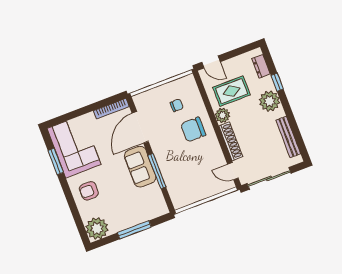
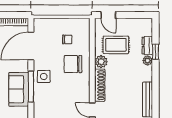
dresser: (261, 66) -> (147, 46), moved
plant: (270, 101) -> (148, 61), width x0.53, depth x0.53
side table: (167, 155) -> (44, 76), added
sofa: (140, 167) -> (19, 89), moved

